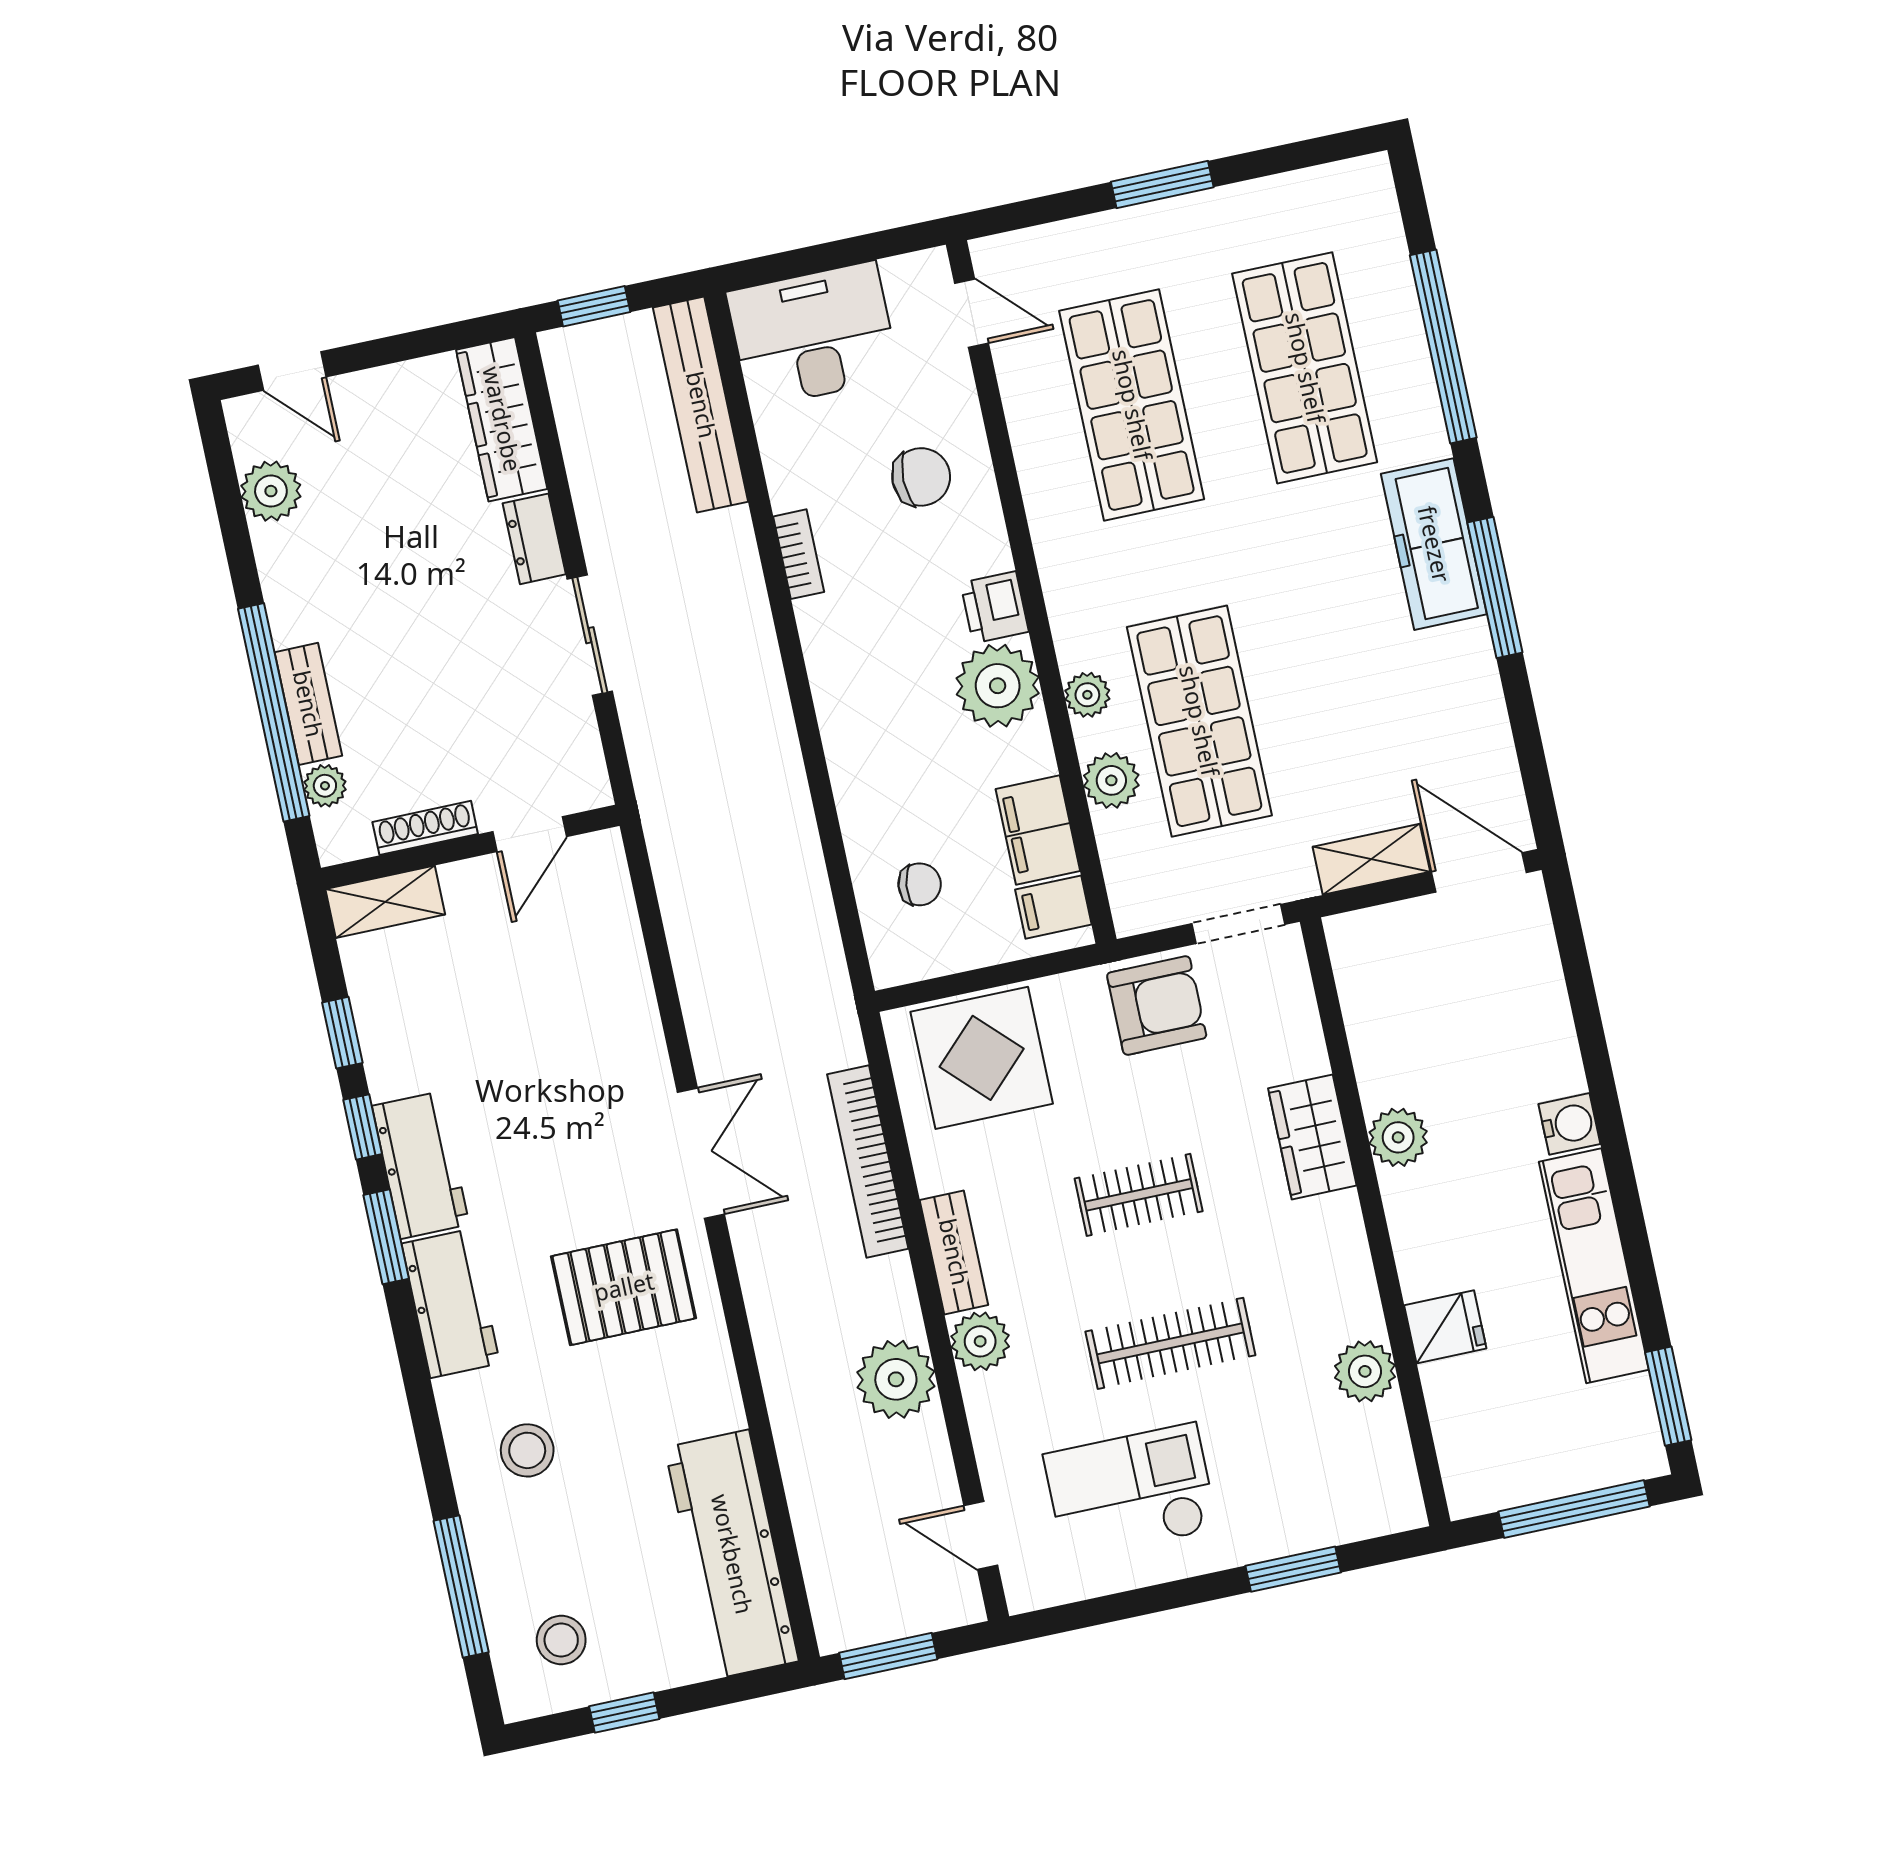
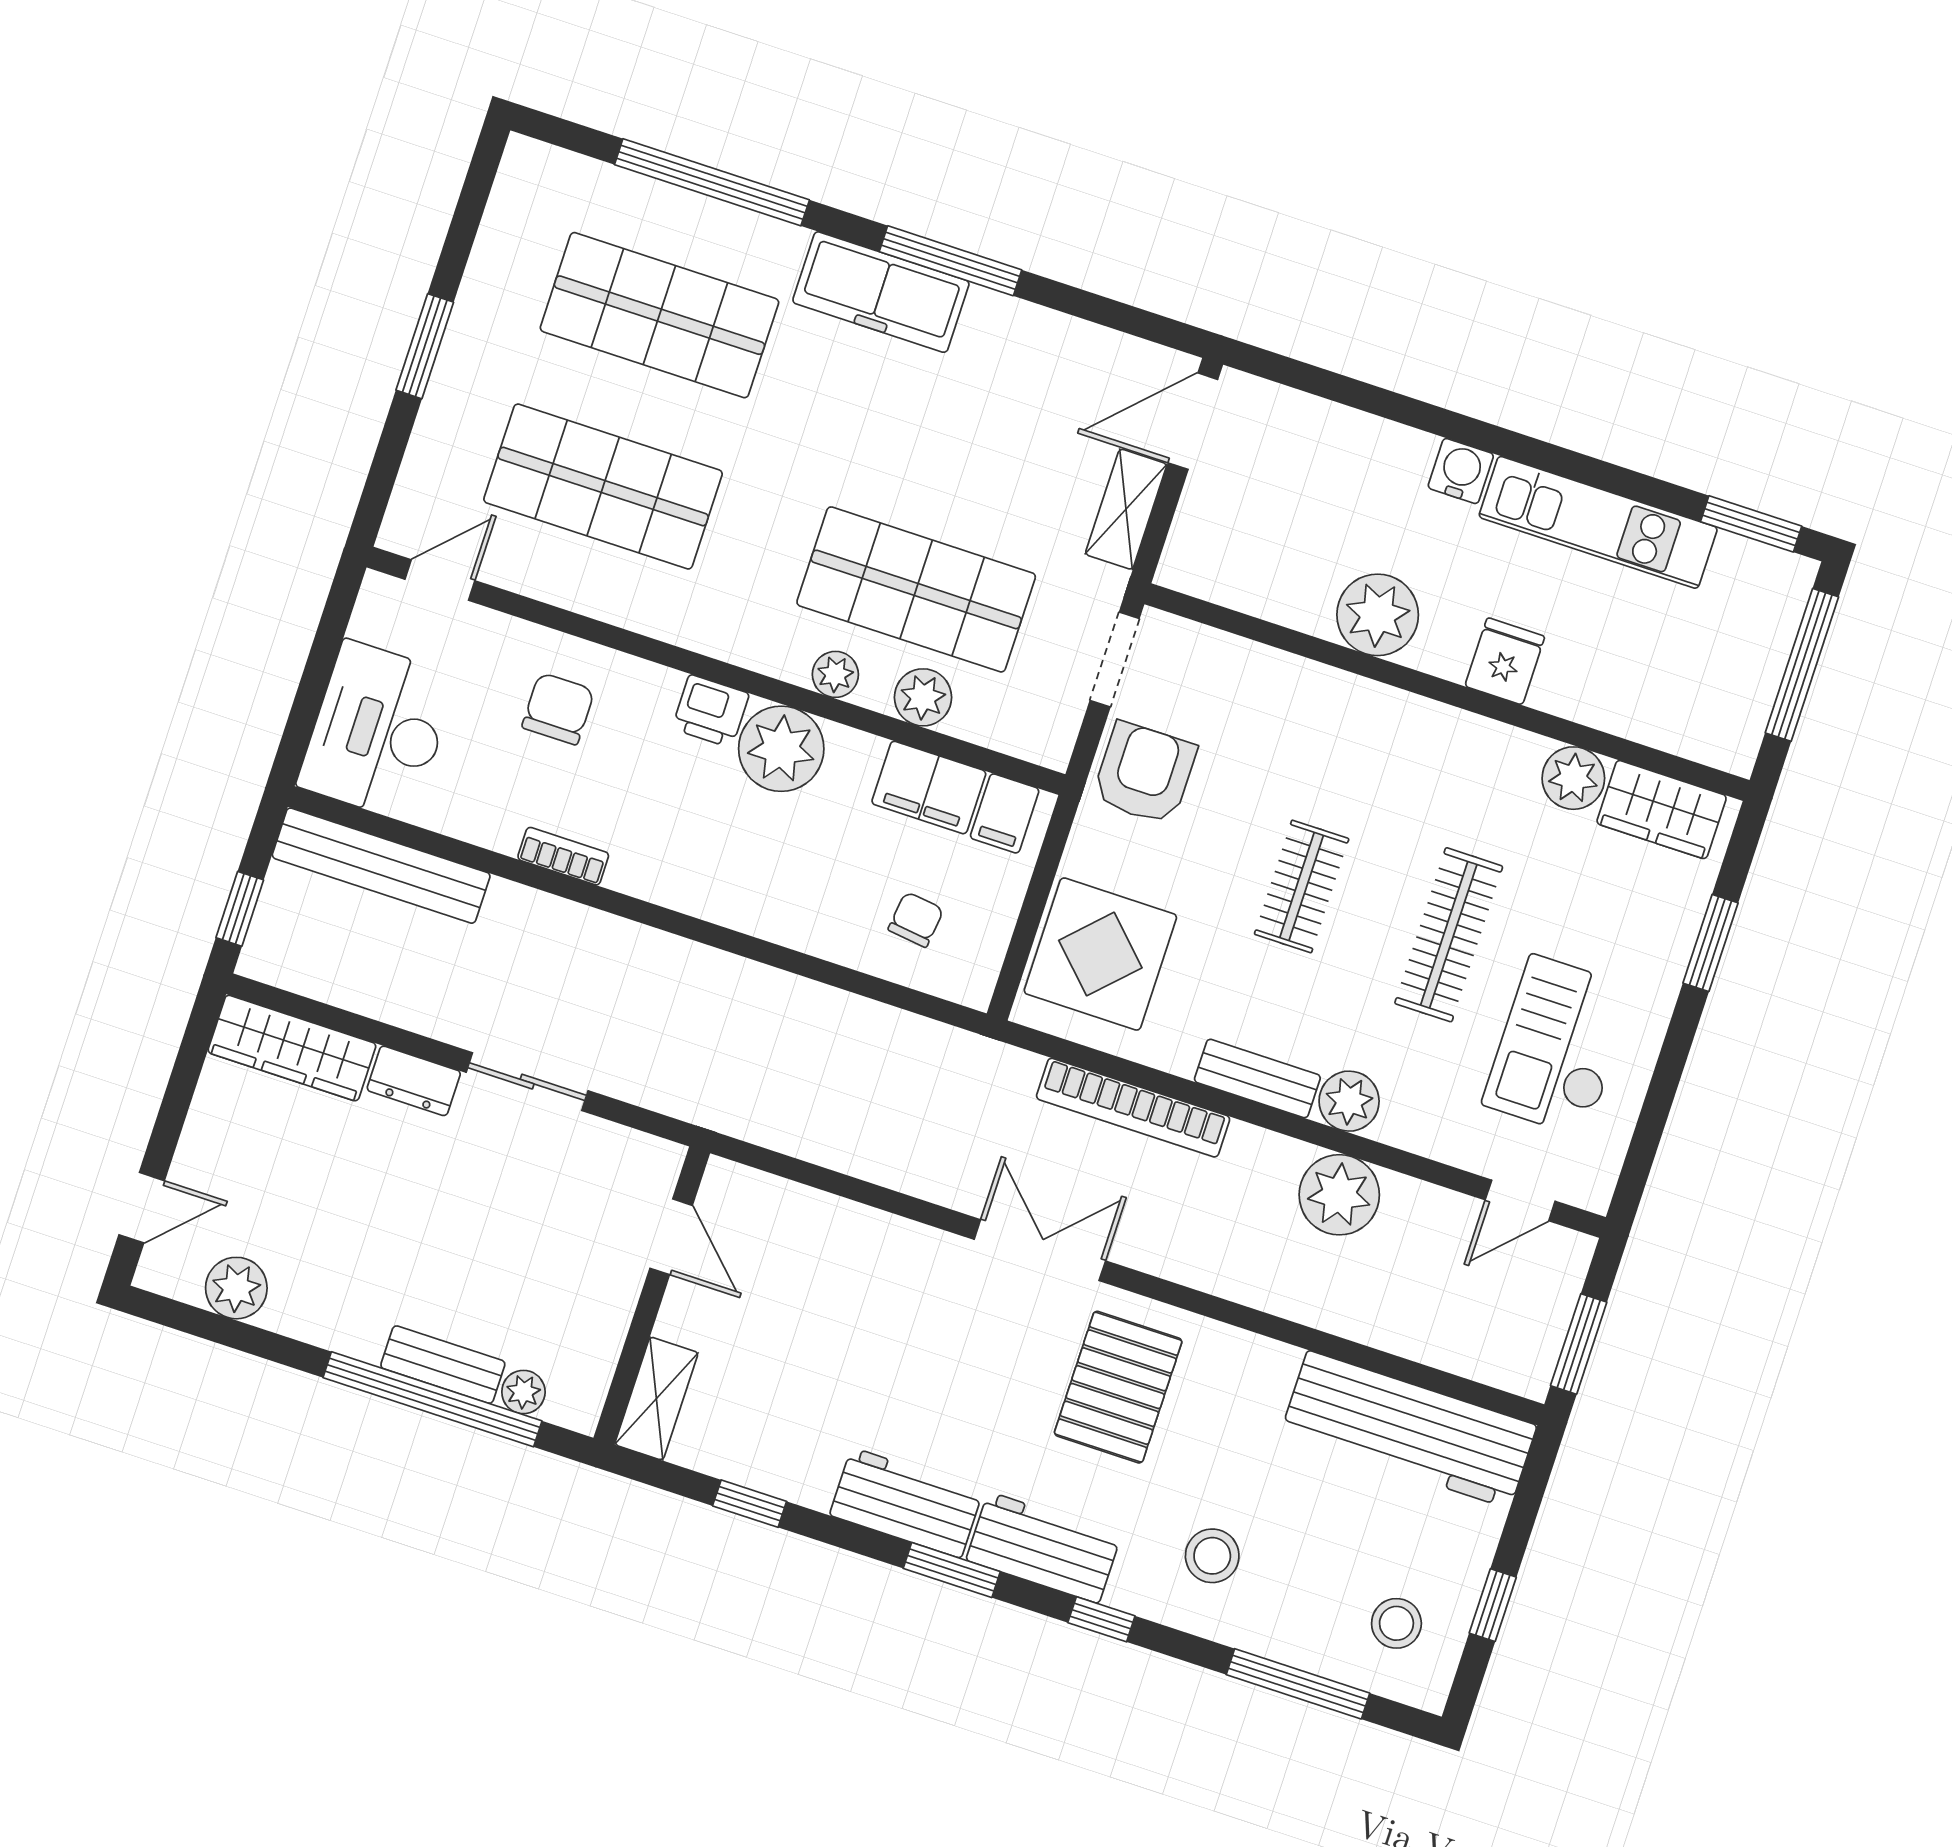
shoe rack: (425, 828) -> (612, 1326), removed
window: (363, 1127) -> (1101, 1619), moved
wardrobe: (1312, 1137) -> (1662, 810), moved
plant: (1398, 1137) -> (1378, 615), width x1.36, depth x1.36
fridge: (1445, 1327) -> (1505, 661), moved

